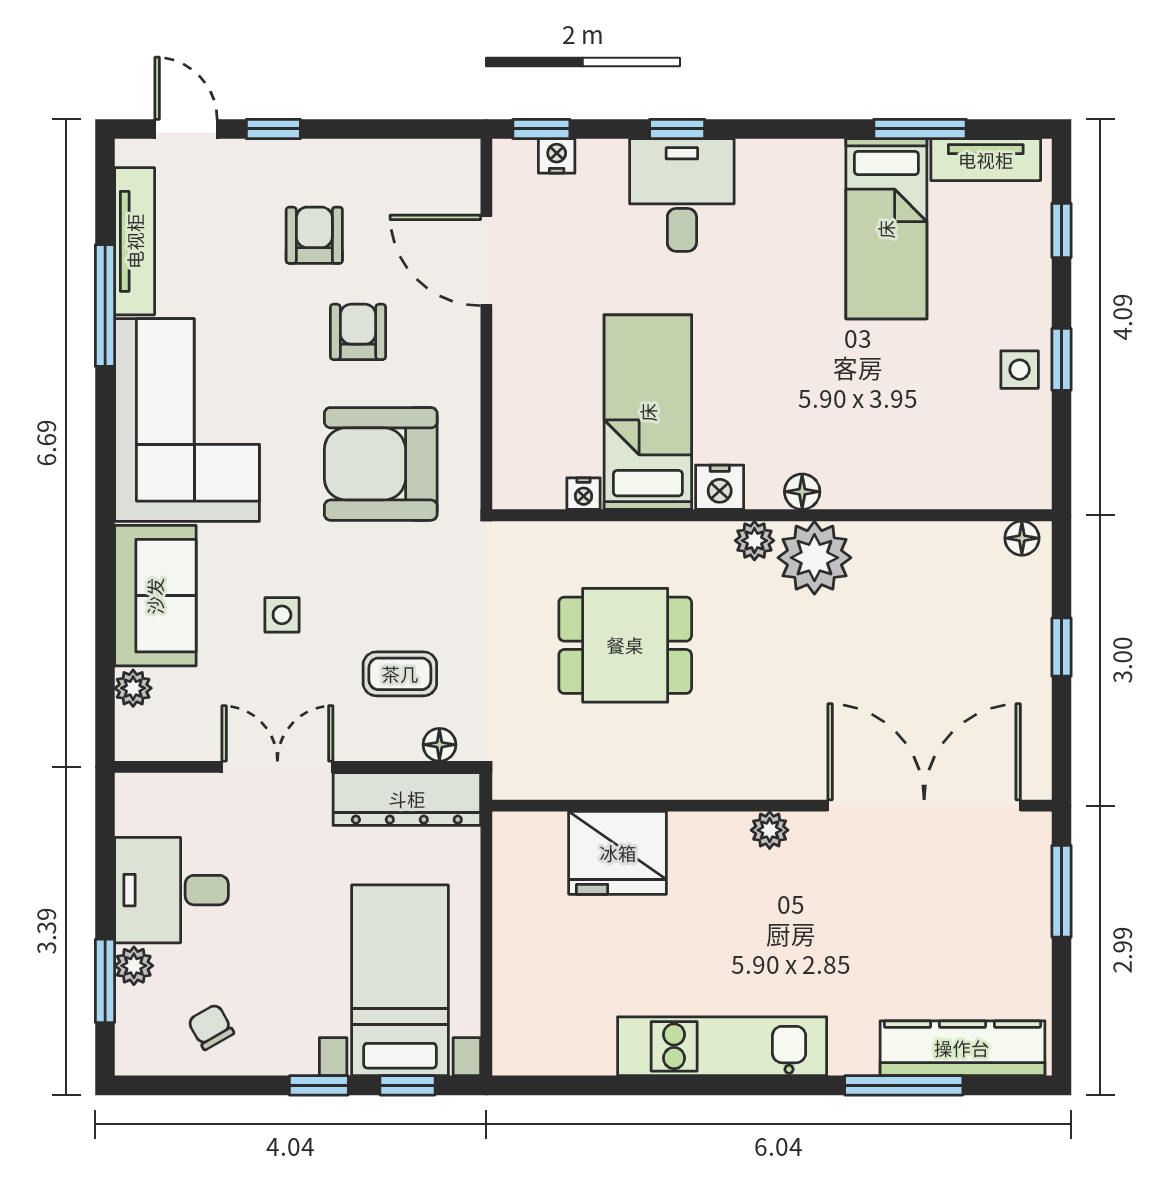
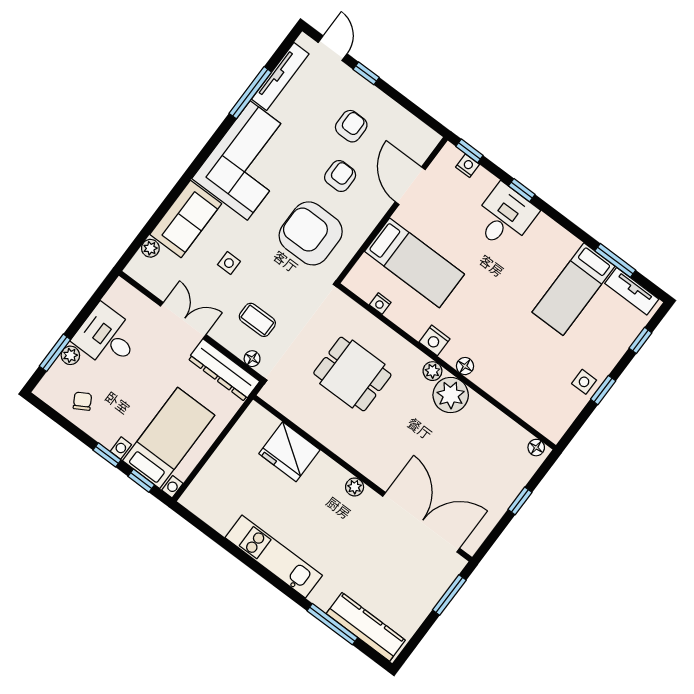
bed: (648, 412) -> (414, 263), moved, turned 90

